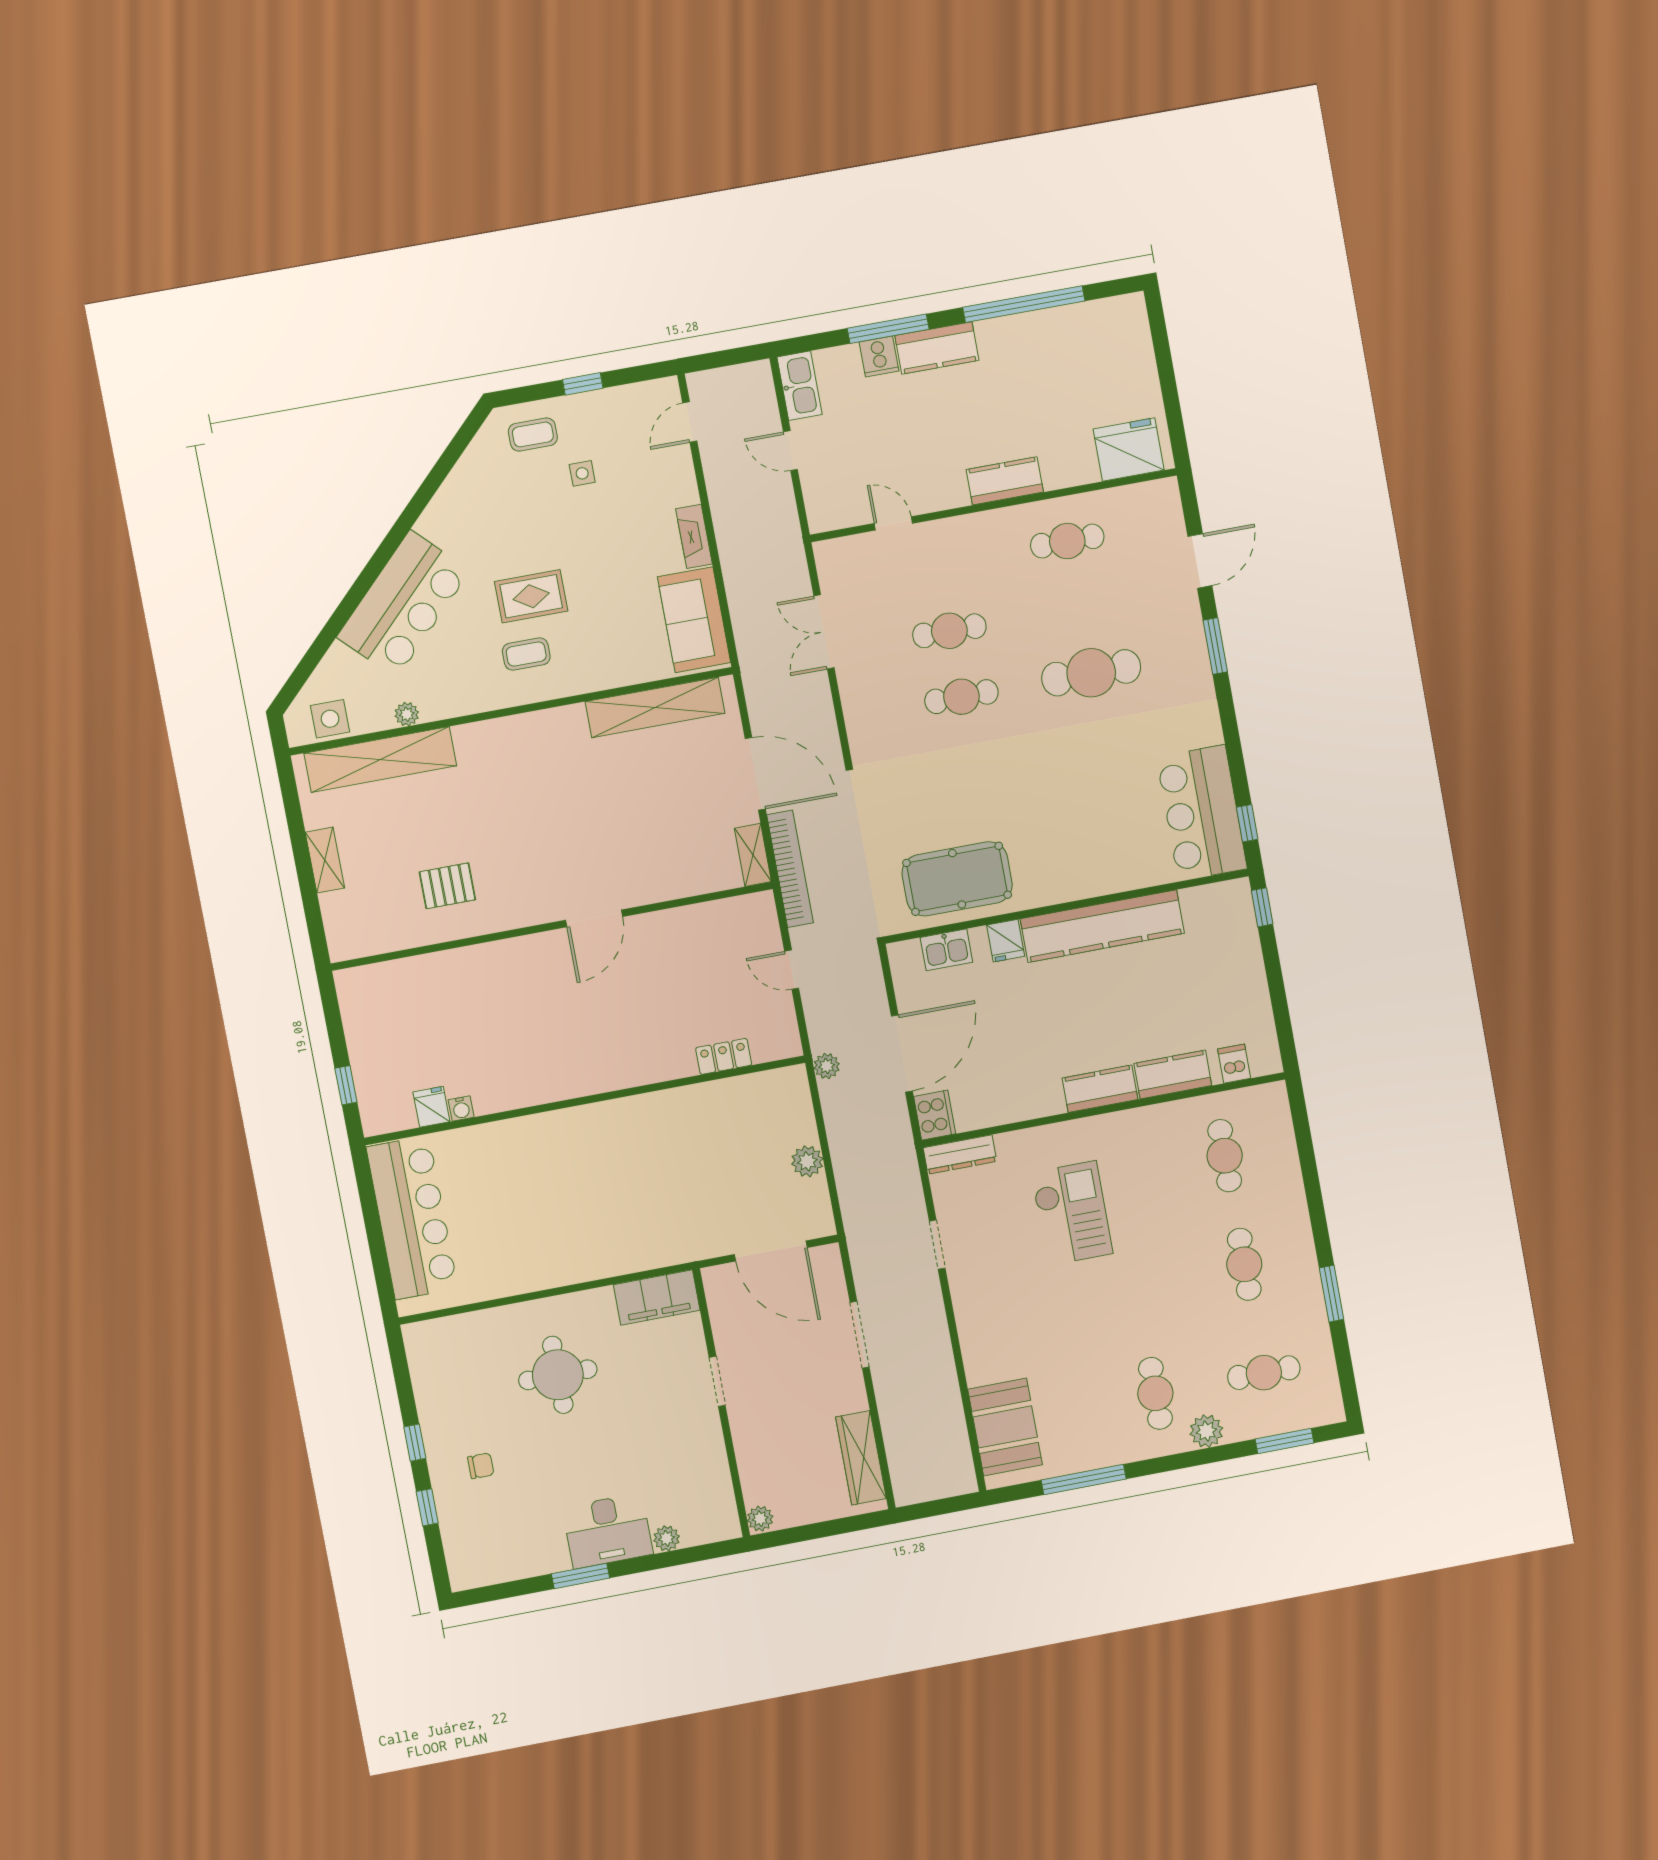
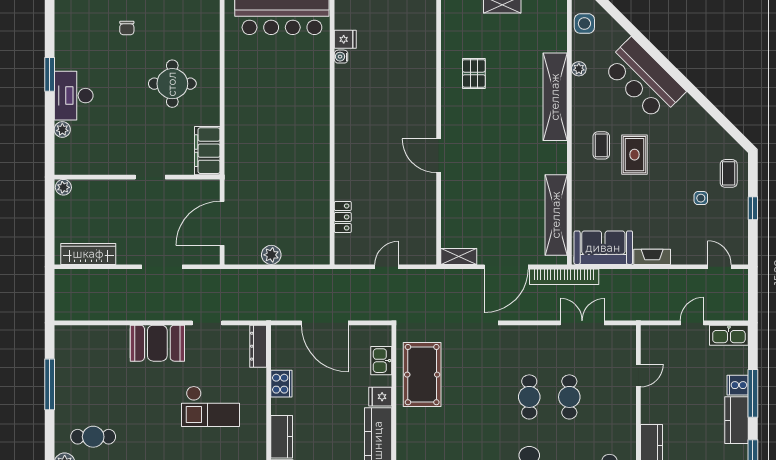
shelving: (380, 760) -> (555, 97), moved
bookcase: (790, 869) -> (564, 277), moved
plant: (827, 1066) -> (326, 277), removed
cooker: (935, 1115) -> (281, 384), moved, turned -90
booth: (1005, 1427) -> (157, 343), moved

